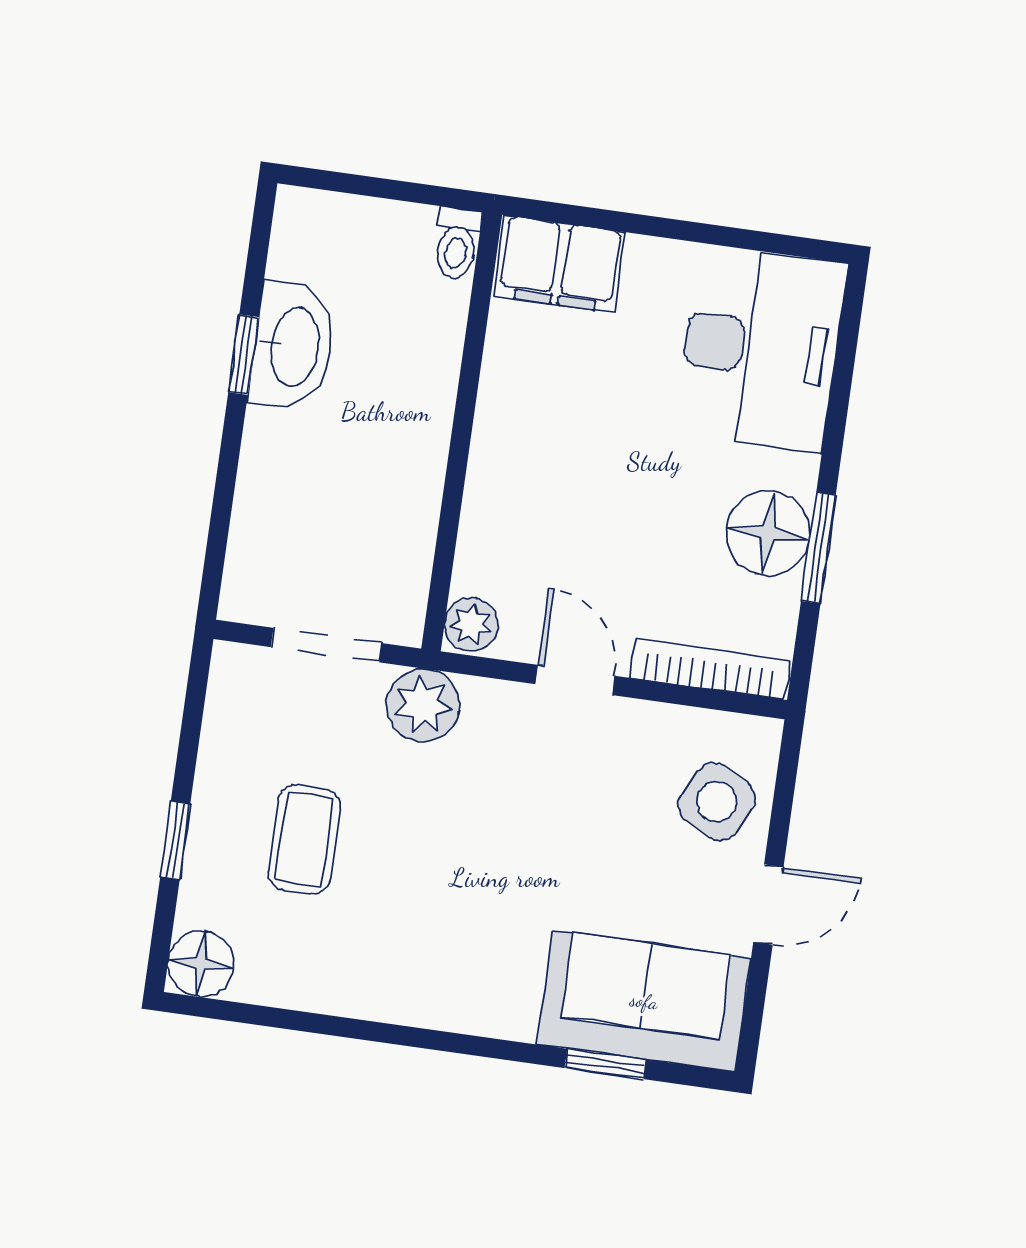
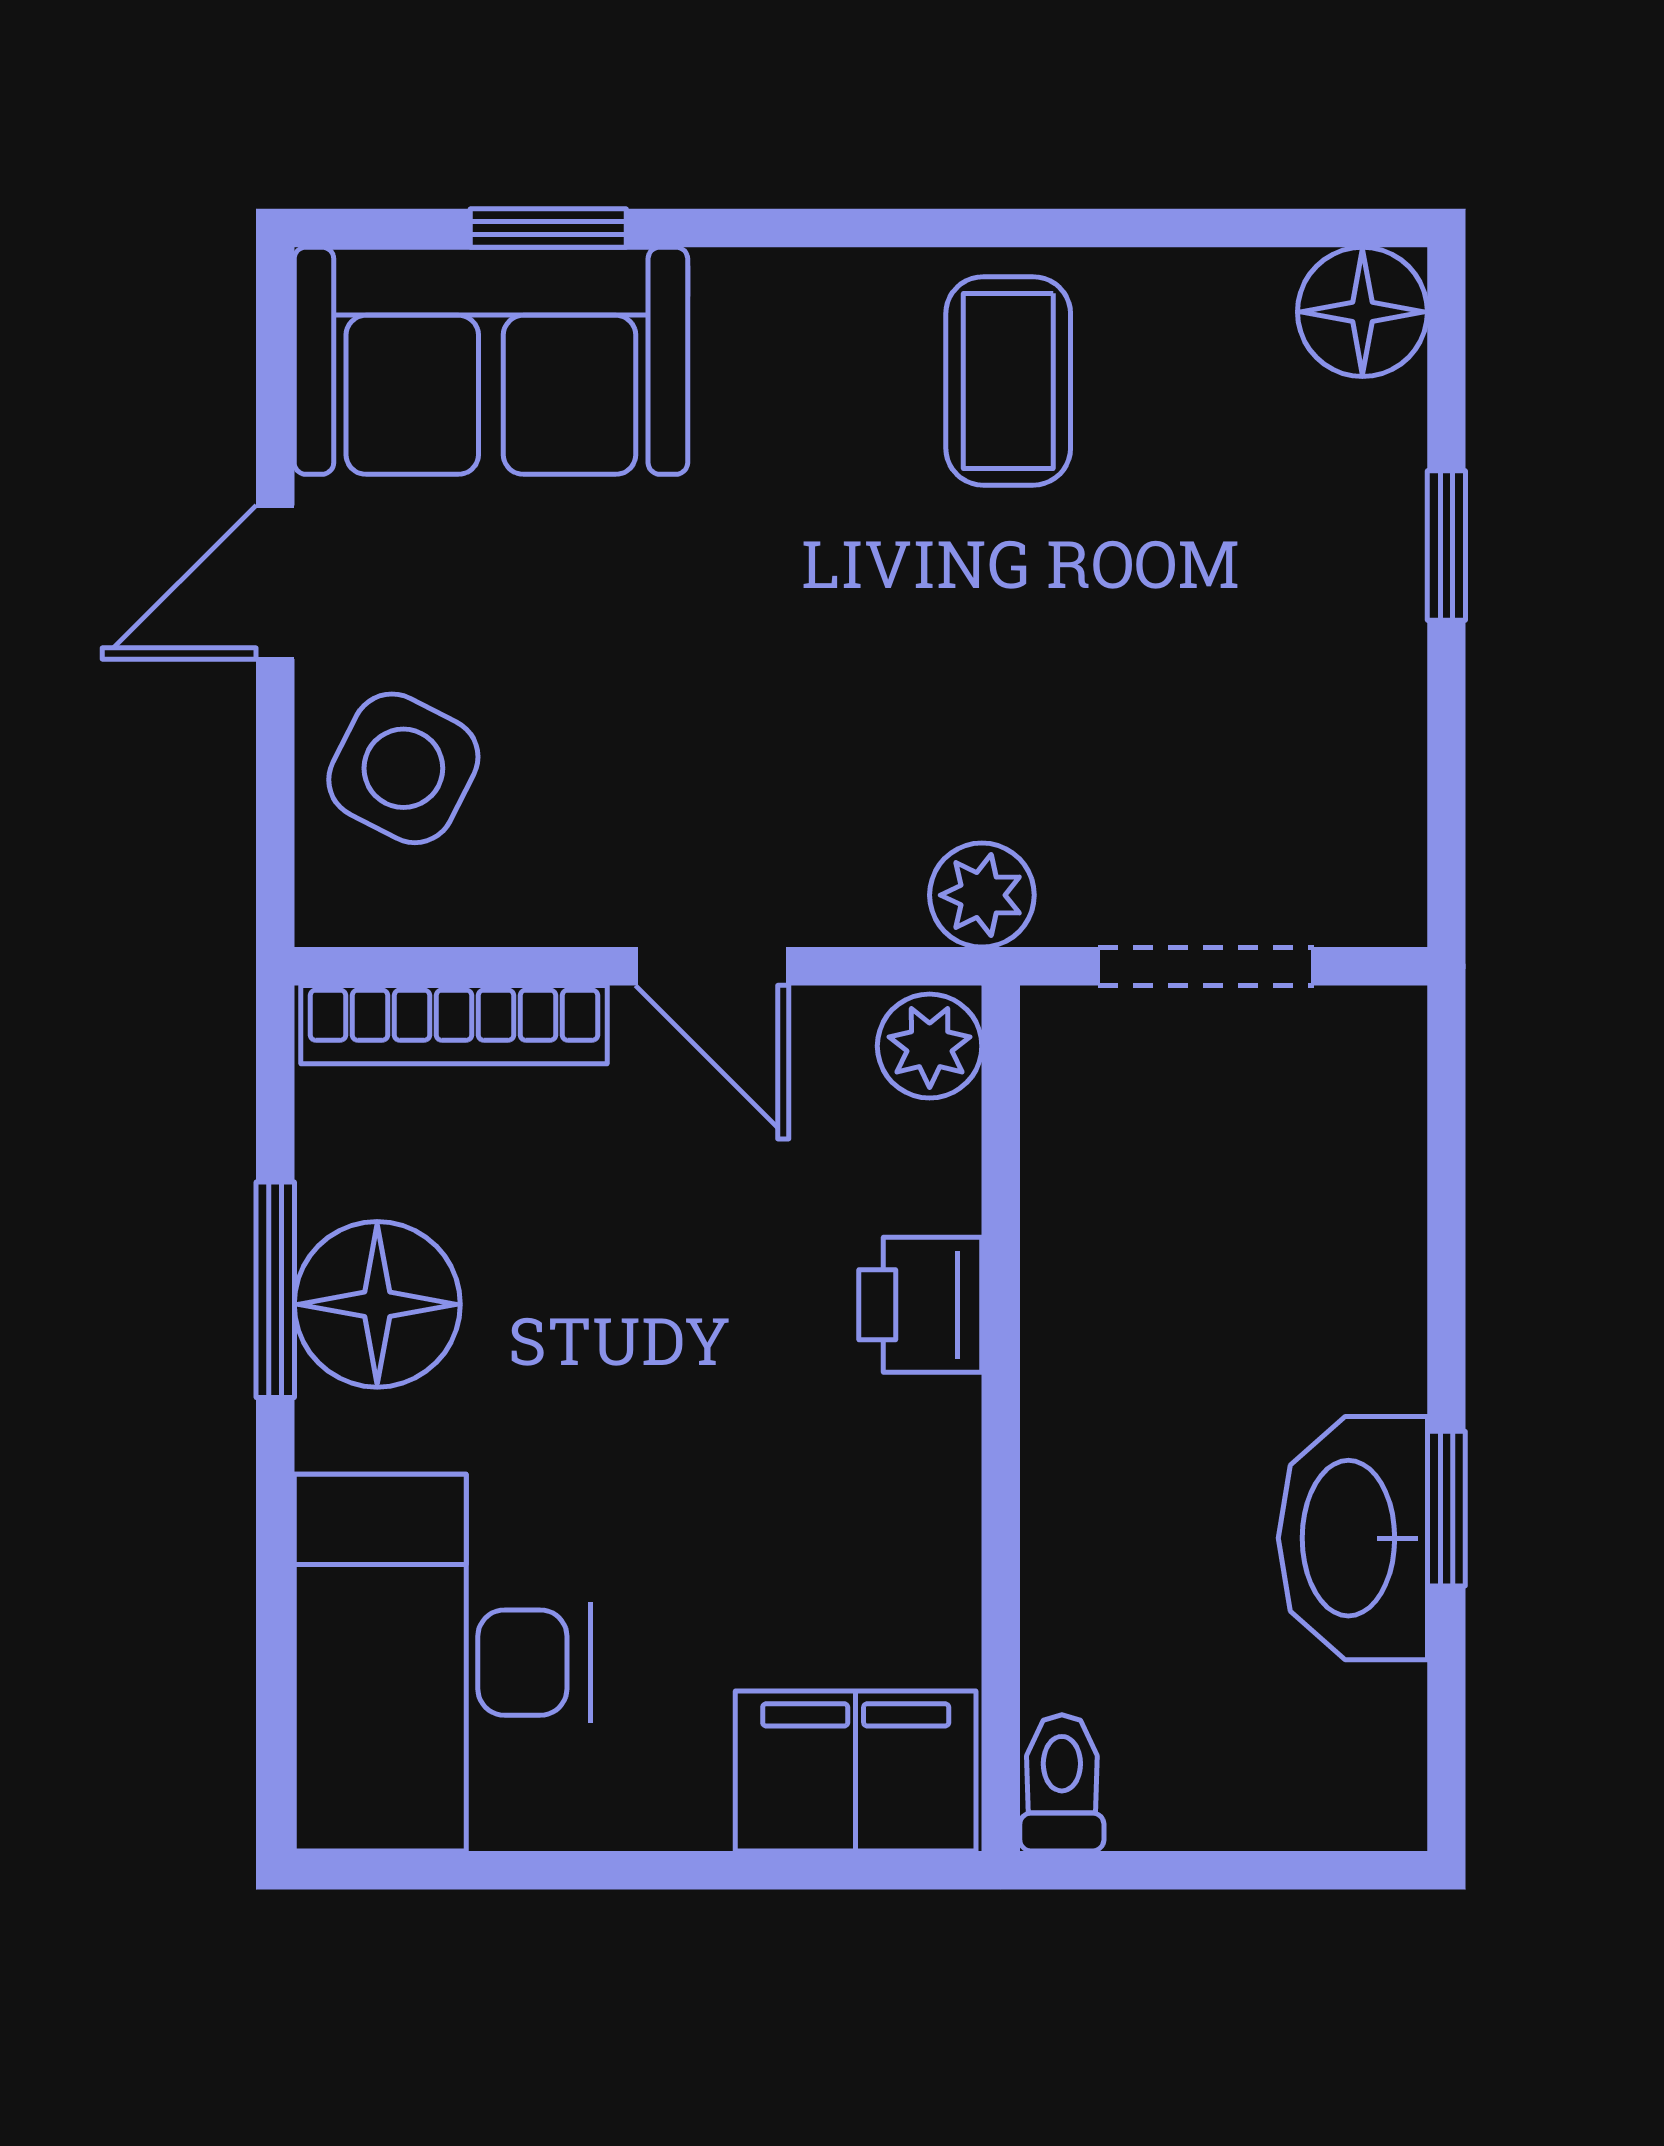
printer: (494, 495) -> (920, 1305), added
plant: (423, 705) -> (982, 895), width x0.73, depth x0.73
coffee table: (304, 839) -> (1008, 381), moved

